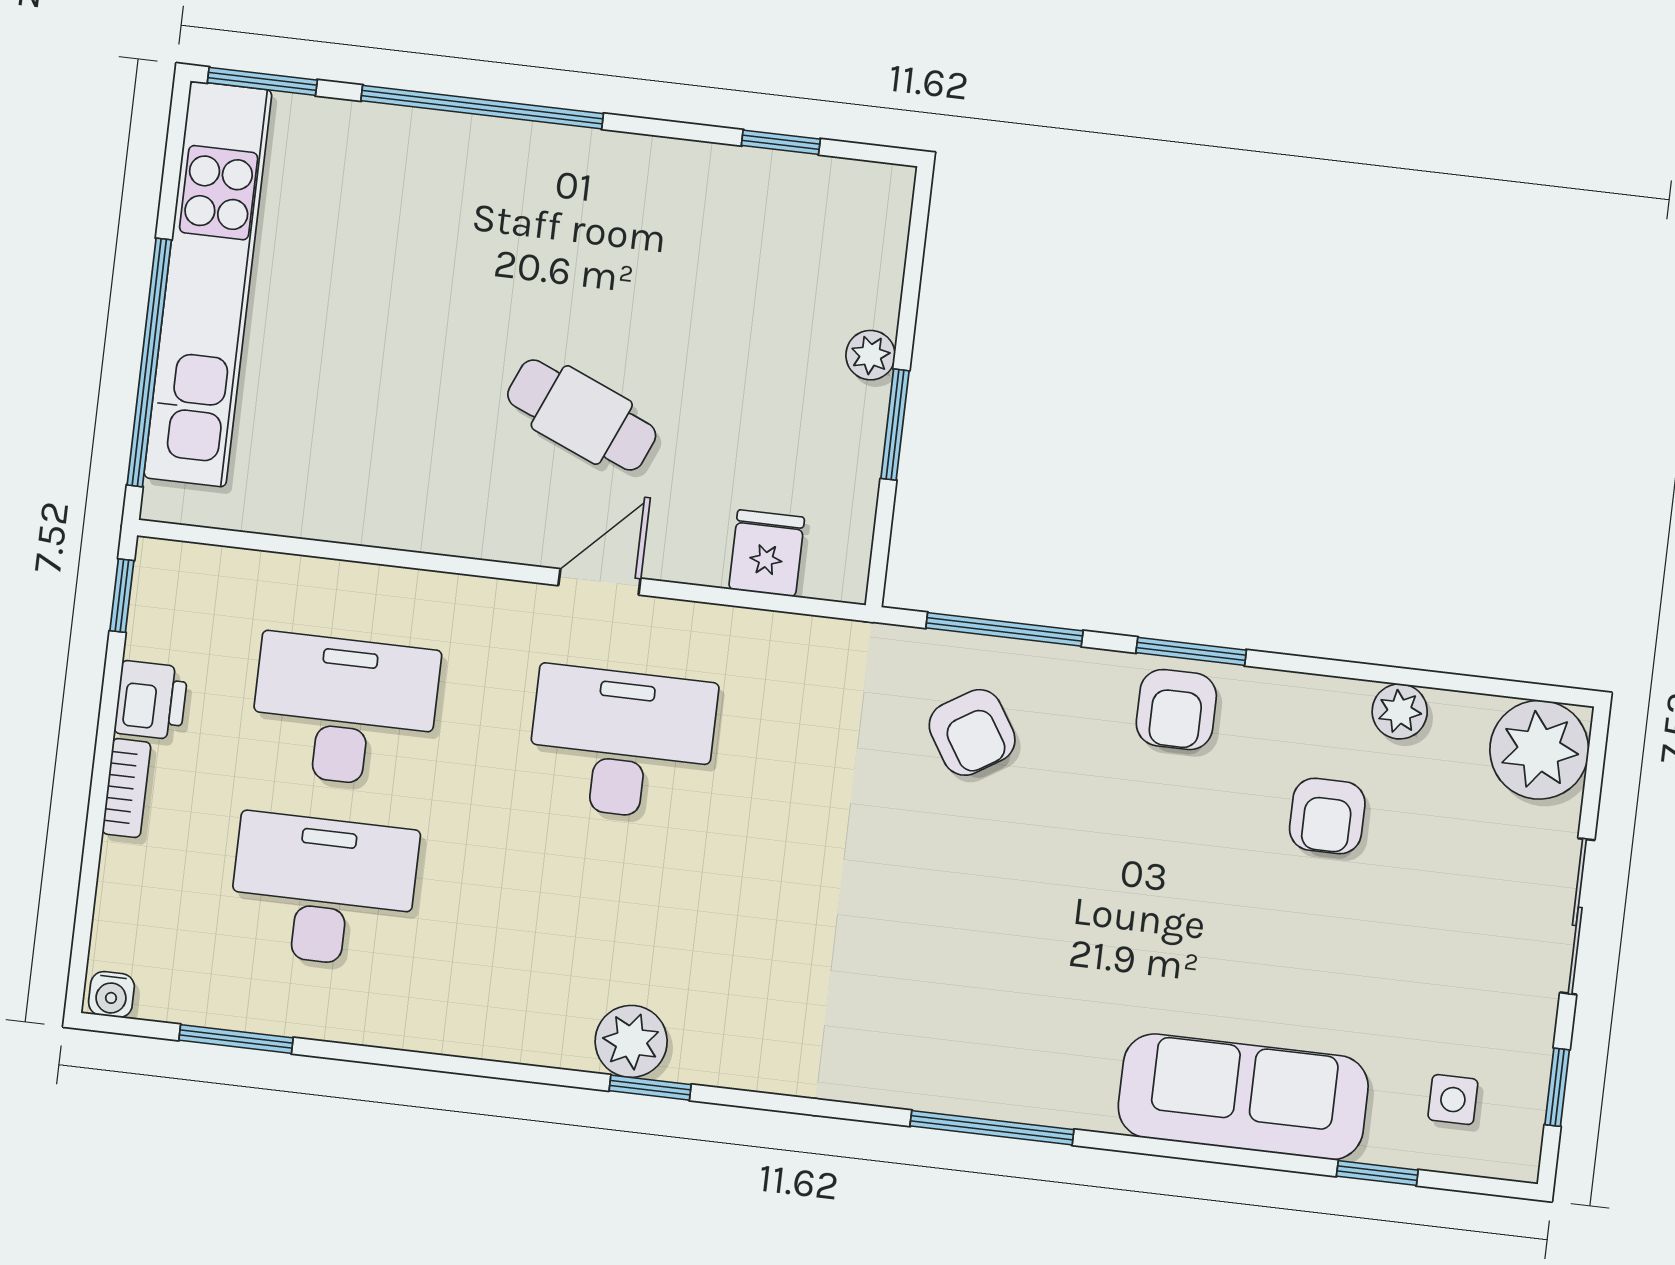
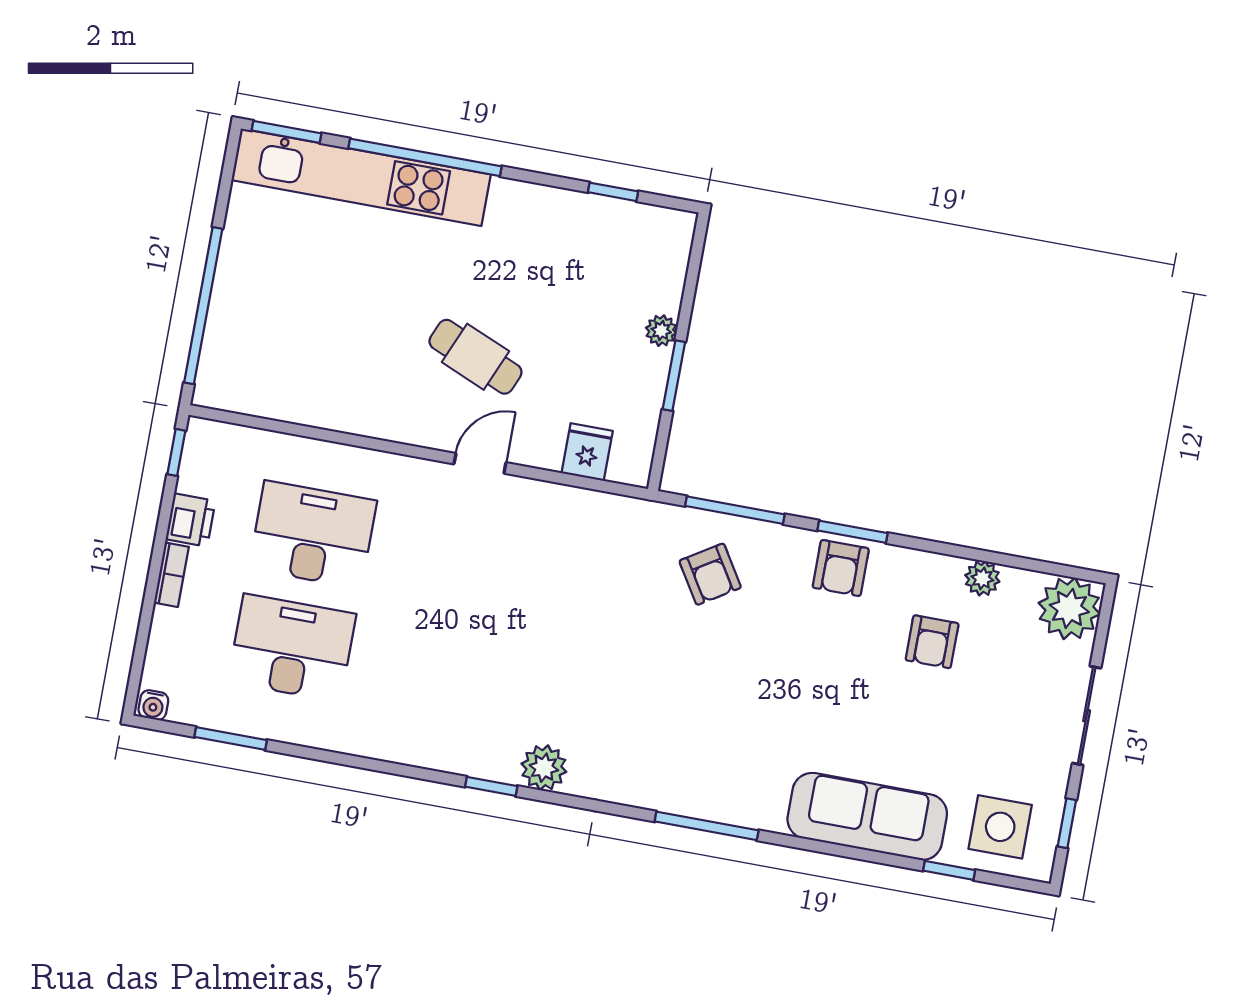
kitchen unit: (208, 284) -> (361, 177), moved, turned 90
desk: (622, 743) -> (487, 567), removed
plant: (631, 1041) -> (544, 768), moved
side table: (1453, 1100) -> (1000, 827), width x1.87, depth x1.87

